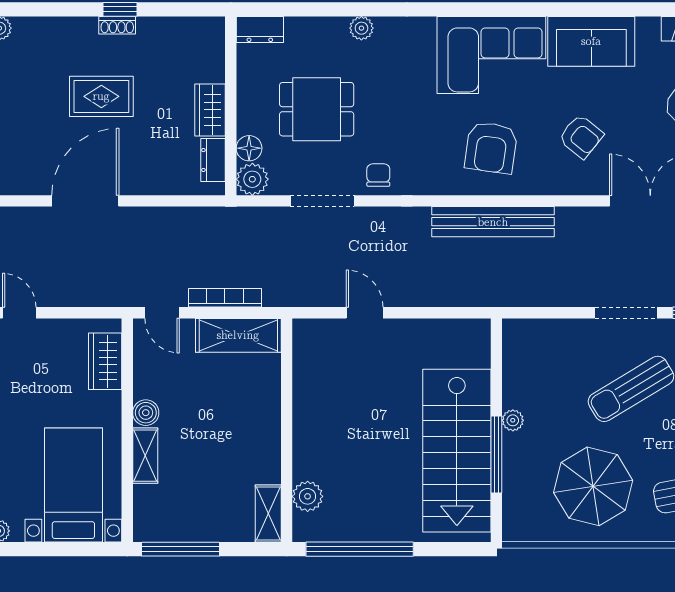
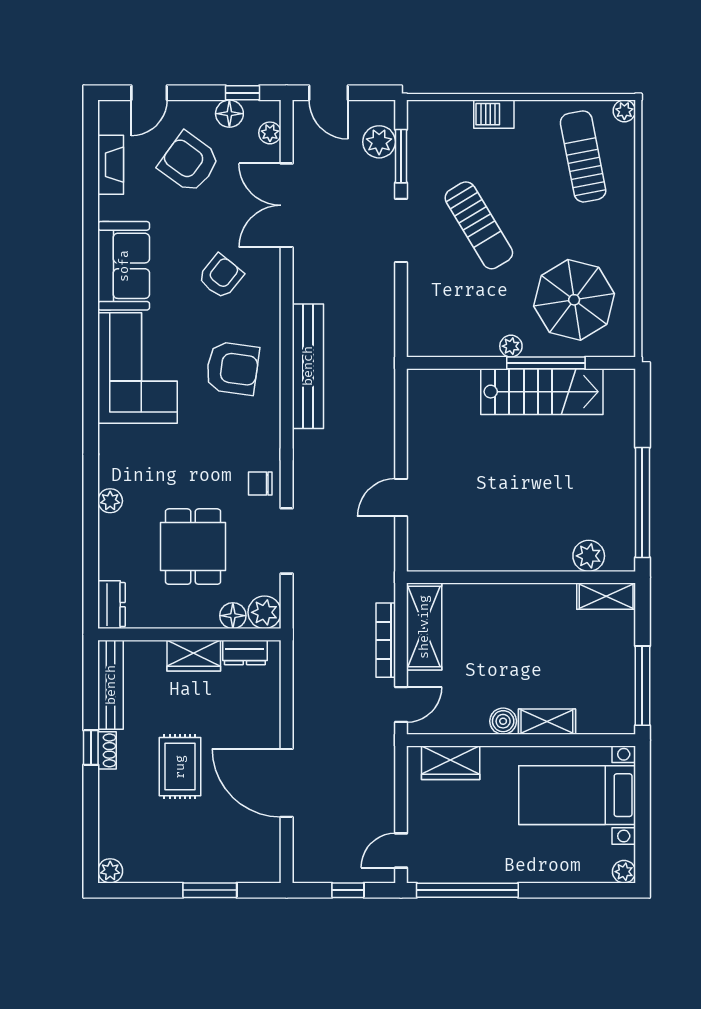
bench: (181, 28) -> (111, 685), added
stairs: (457, 451) -> (542, 392), width x0.73, depth x0.66
parasol: (593, 486) -> (574, 300), moved

